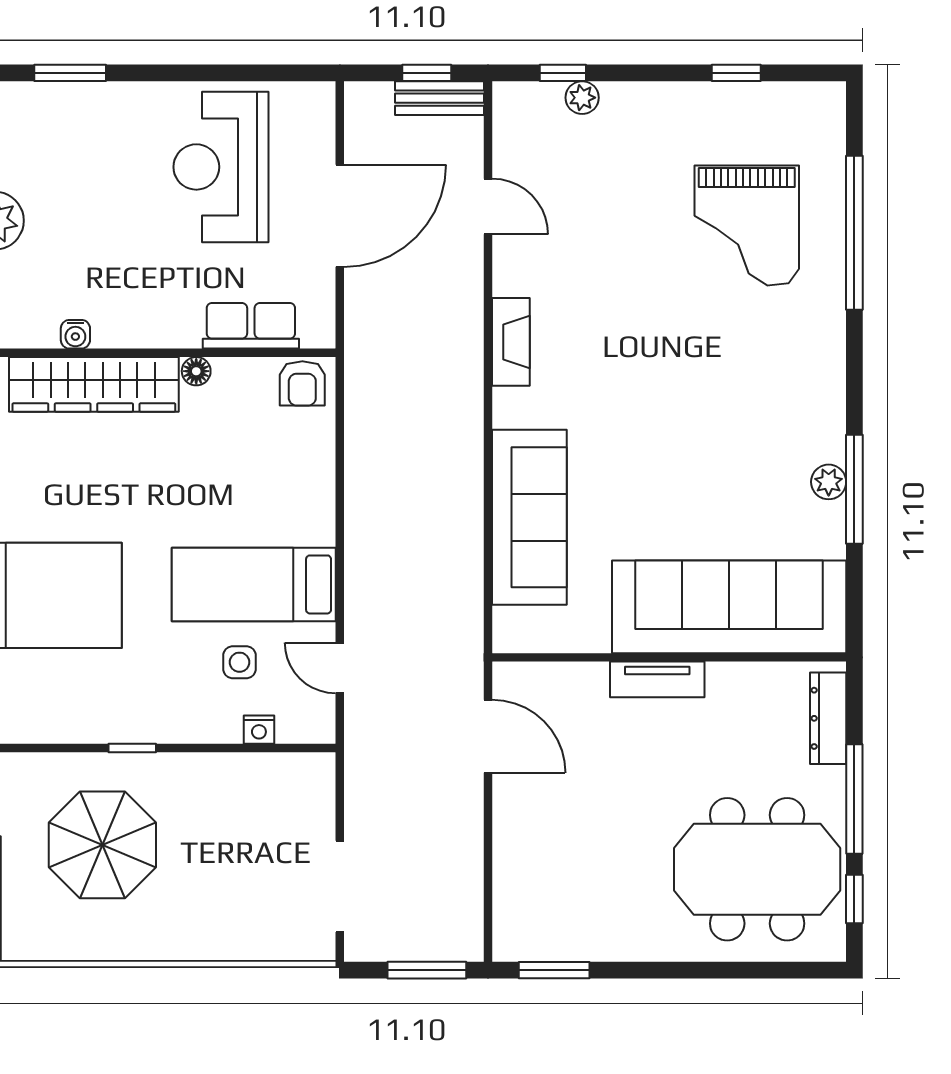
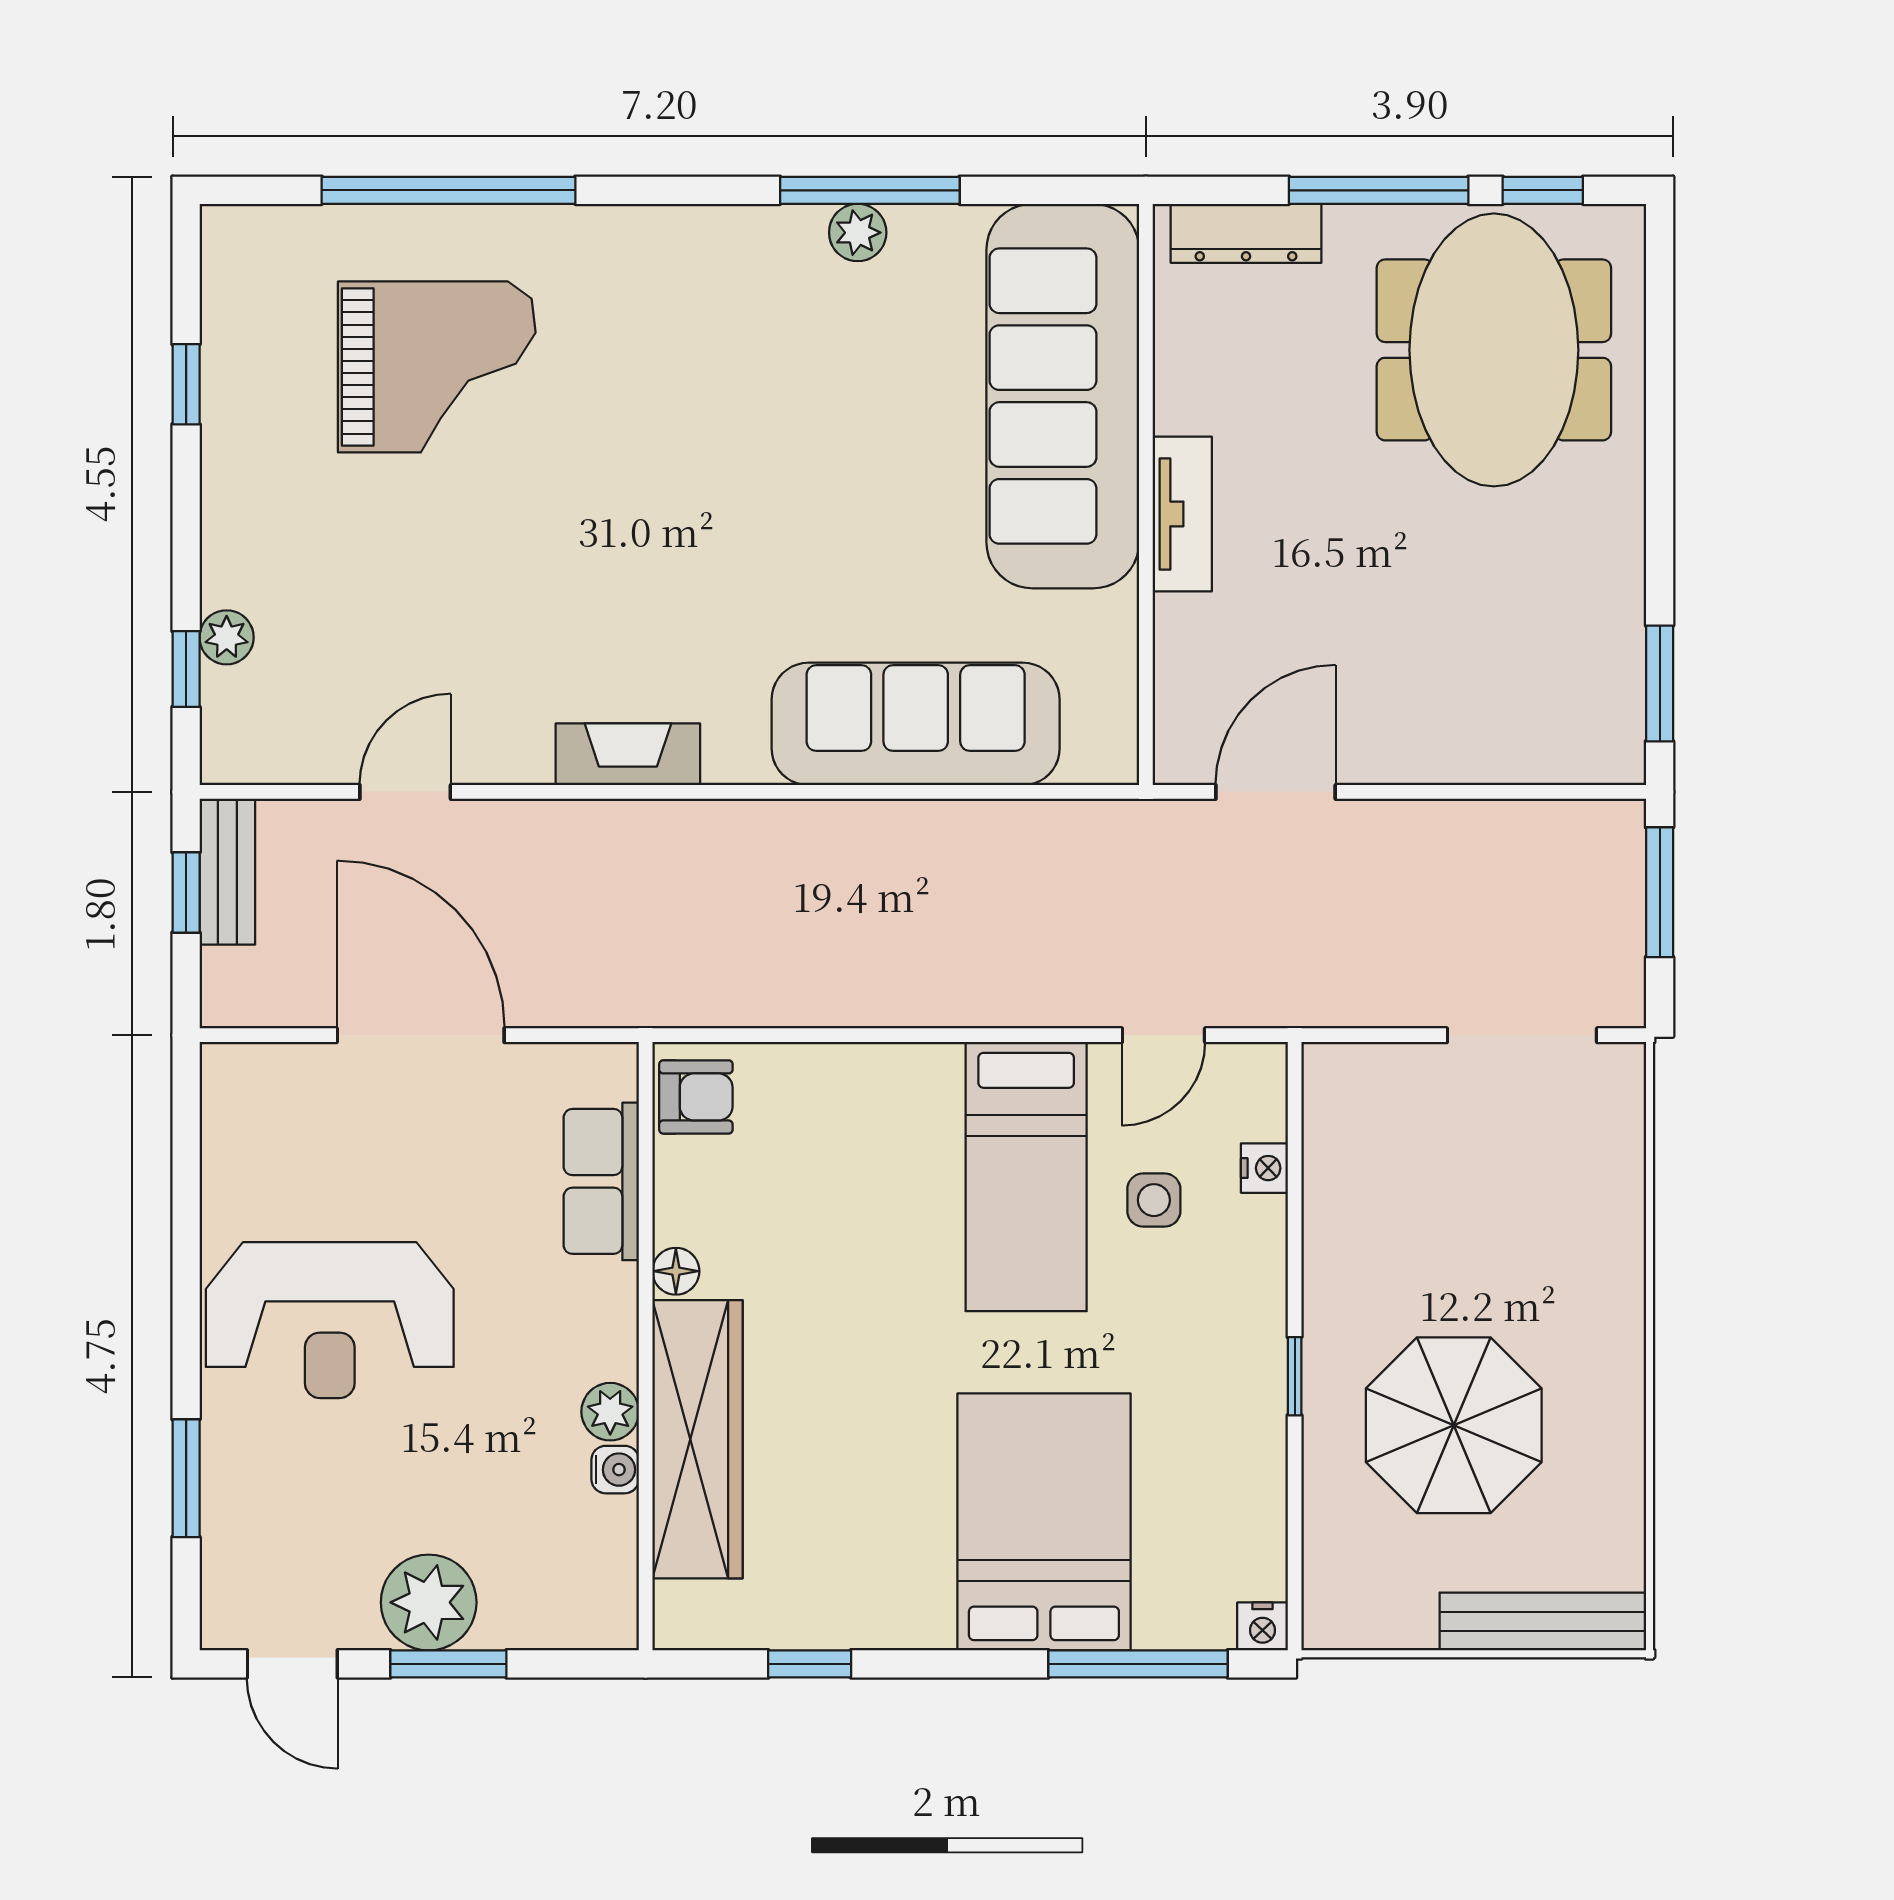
reception desk: (221, 167) -> (330, 1320), moved
plant: (111, 331) -> (610, 1412), added

